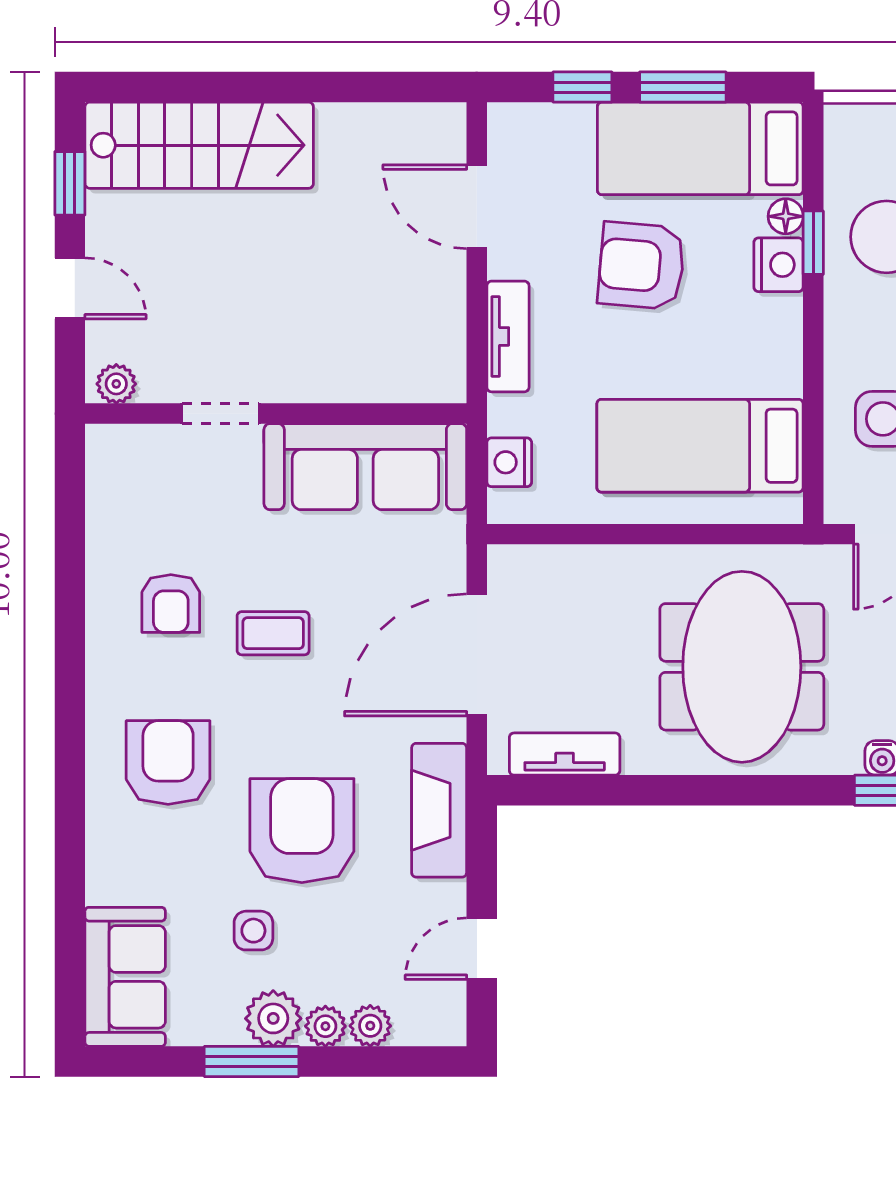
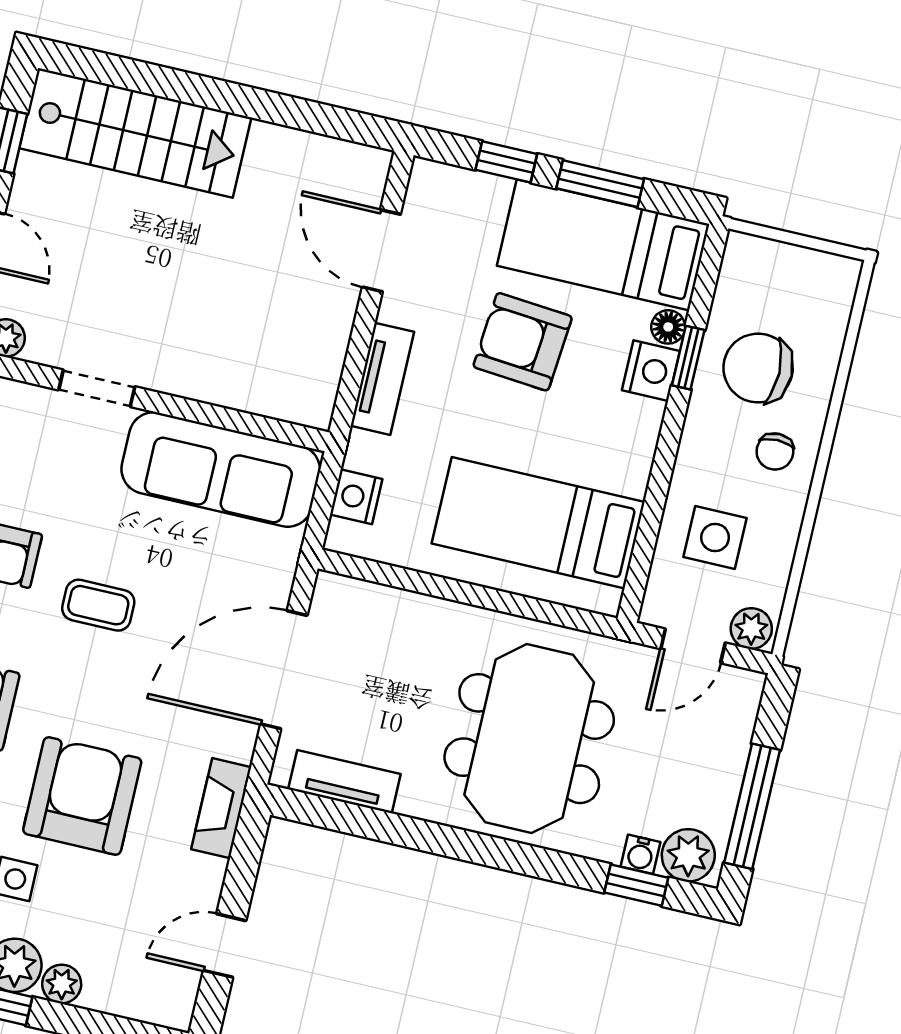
fireplace: (439, 810) -> (221, 808), width x0.73, depth x0.76
plant: (370, 1026) -> (104, 993), removed

